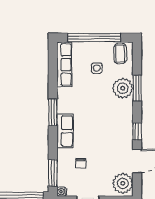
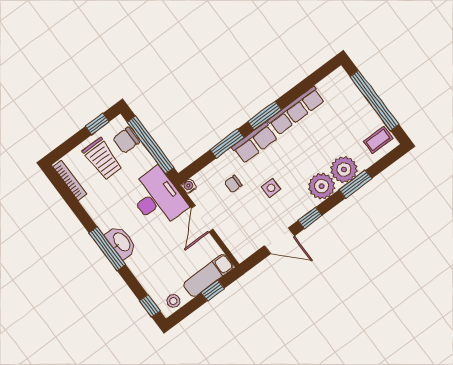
row of seats: (64, 65) -> (296, 111), moved
side table: (97, 68) -> (271, 188), moved
window: (53, 173) -> (227, 144), moved
plant: (123, 183) -> (322, 186), moved

